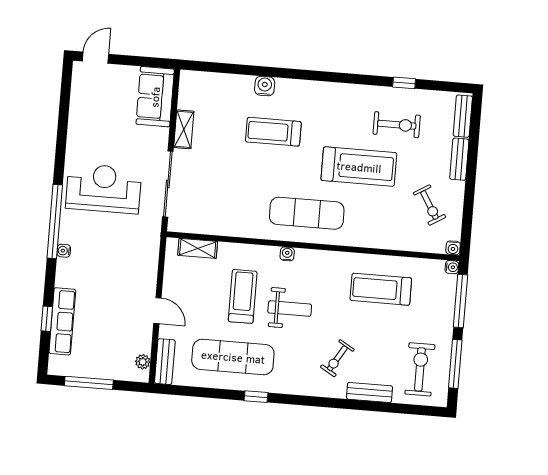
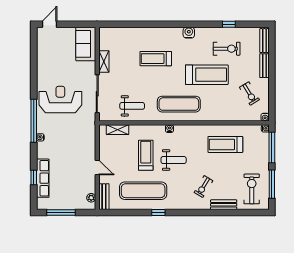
water cooler: (265, 86) -> (189, 33), moved
weight bench: (226, 210) -> (132, 106), added

